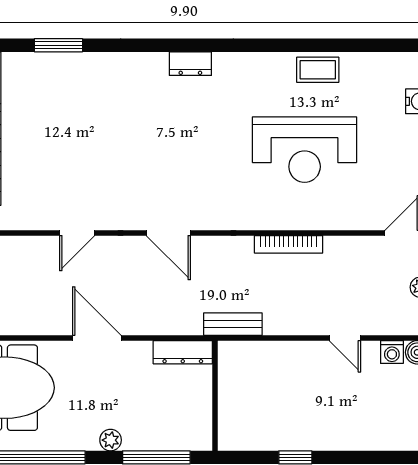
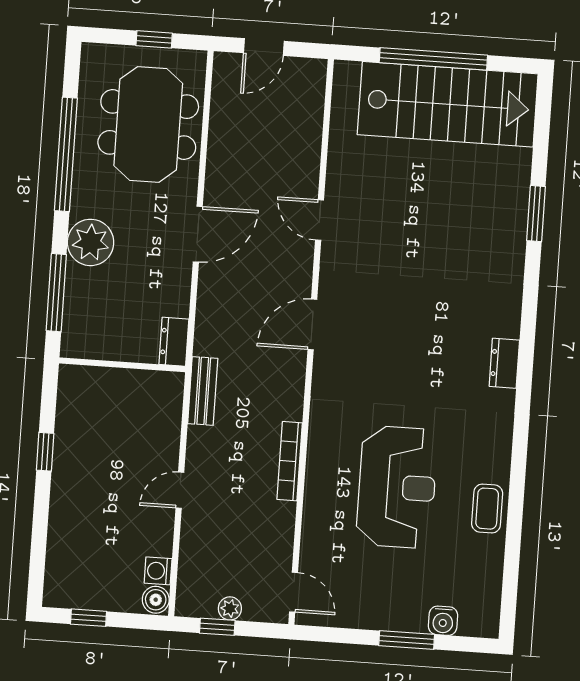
reception desk: (305, 150) -> (397, 487), turned 180
door: (345, 338) -> (180, 490), moved
dresser: (183, 352) -> (174, 342), width x0.70
plant: (111, 440) -> (91, 242), width x1.87, depth x1.87

